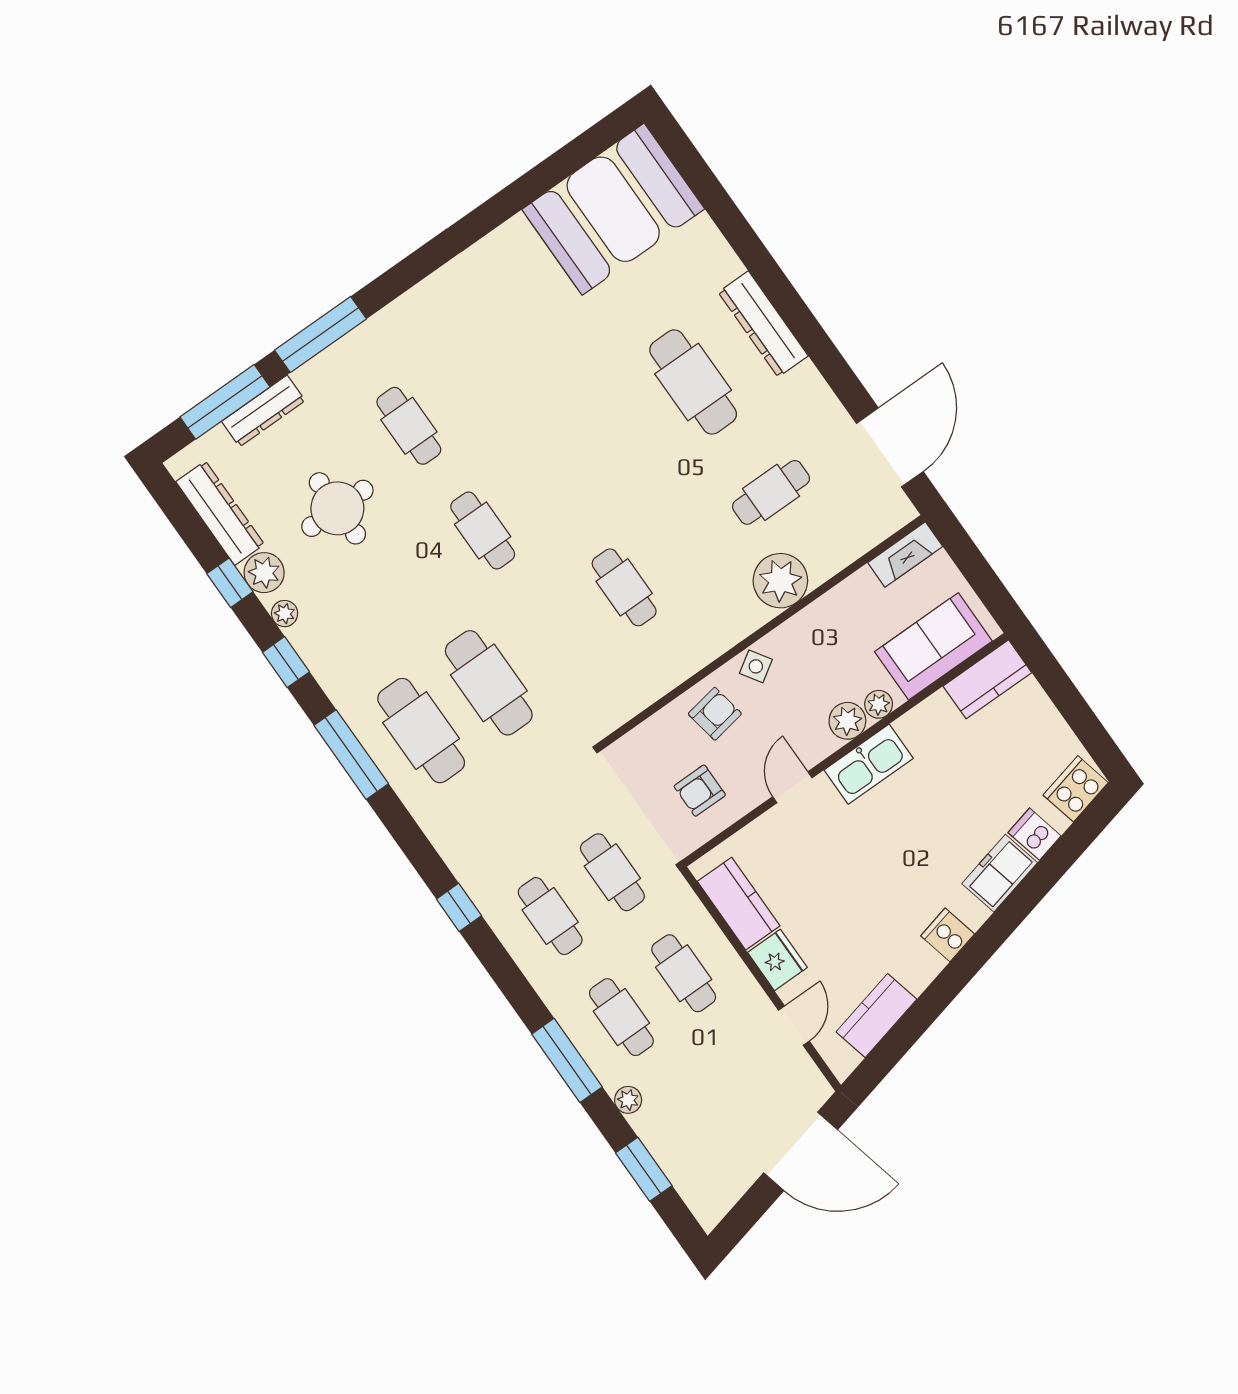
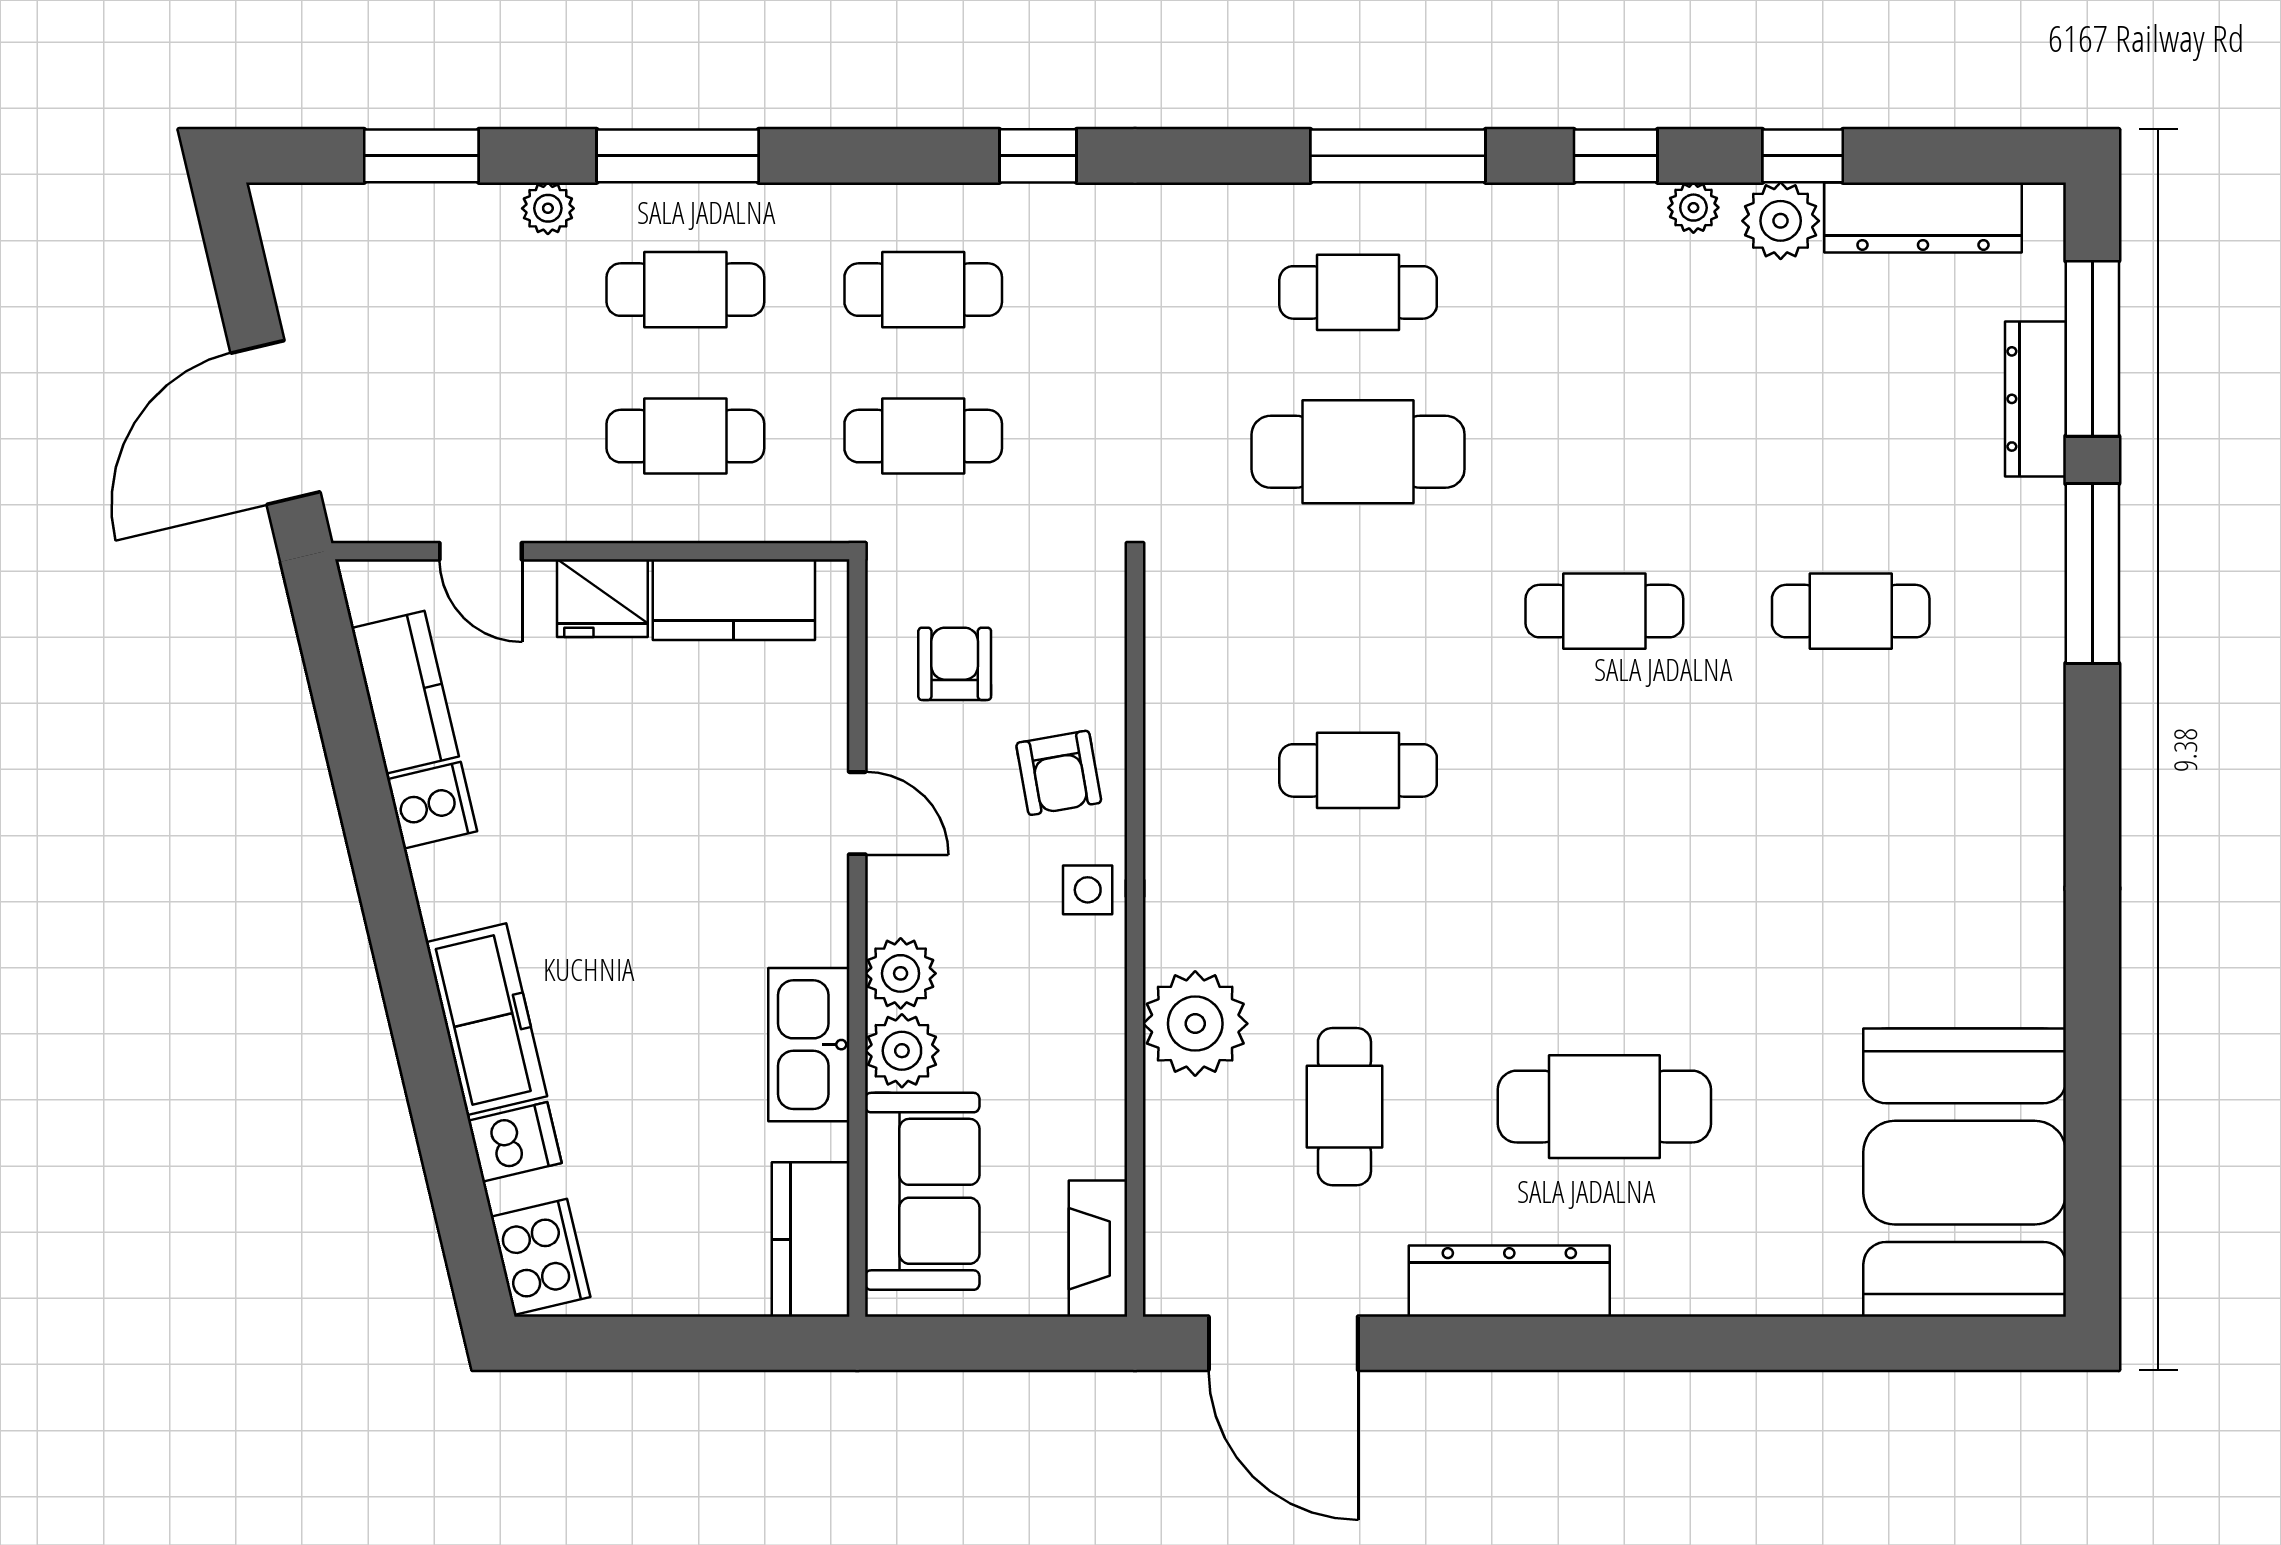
dresser: (763, 324) -> (1509, 1281), moved
round table: (337, 508) -> (1800, 407), removed
side table: (756, 666) -> (1088, 890), turned 33
plant: (879, 704) -> (902, 1051), width x1.38, depth x1.38
cafe table: (421, 731) -> (1358, 292), width x0.73, depth x0.74
kitchen sink: (869, 764) -> (809, 1045), moved
freezer: (1000, 873) -> (486, 1019), width x1.40
cooker: (948, 935) -> (432, 805), moved

